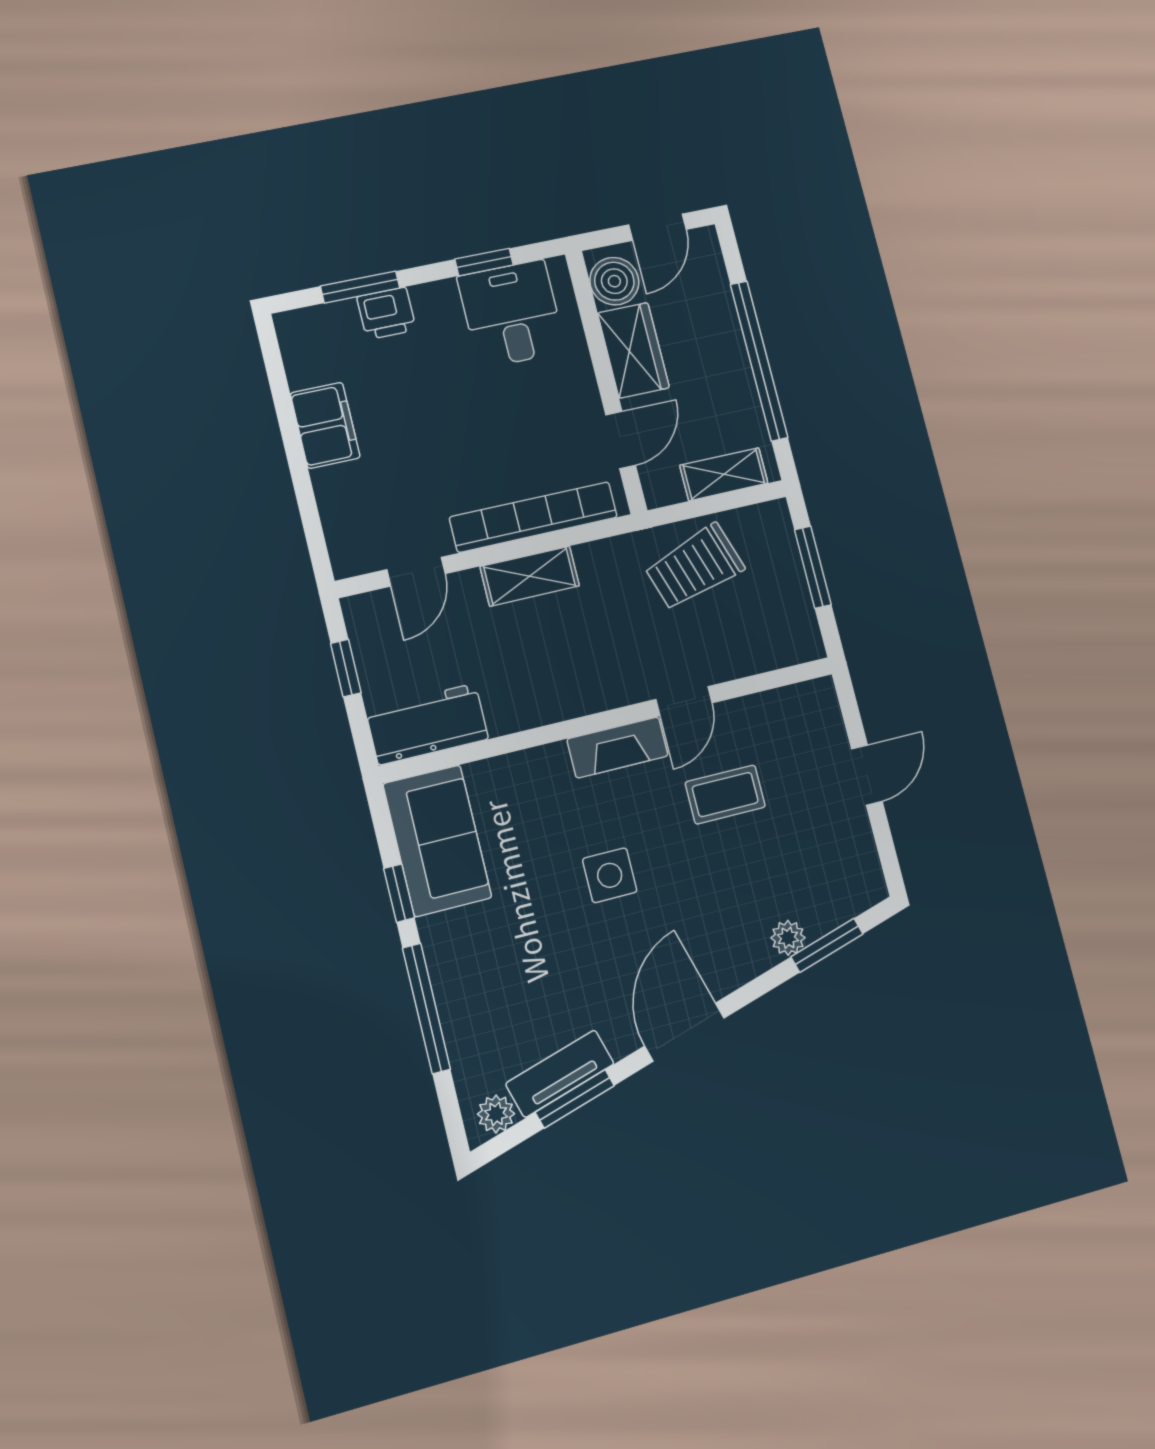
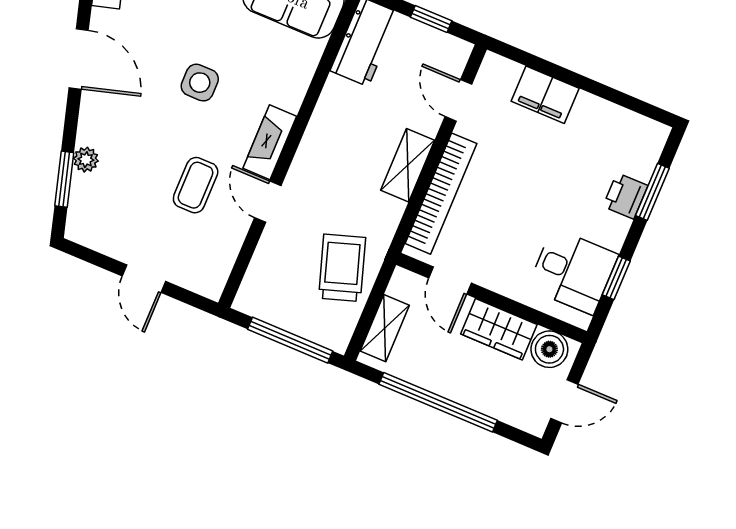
door: (657, 227) -> (564, 401), swing flipped
filing cabinet: (325, 425) -> (545, 95), moved
window: (813, 567) -> (290, 340), width x1.44

